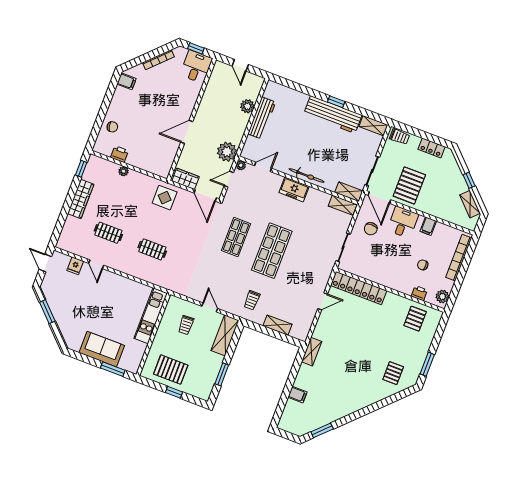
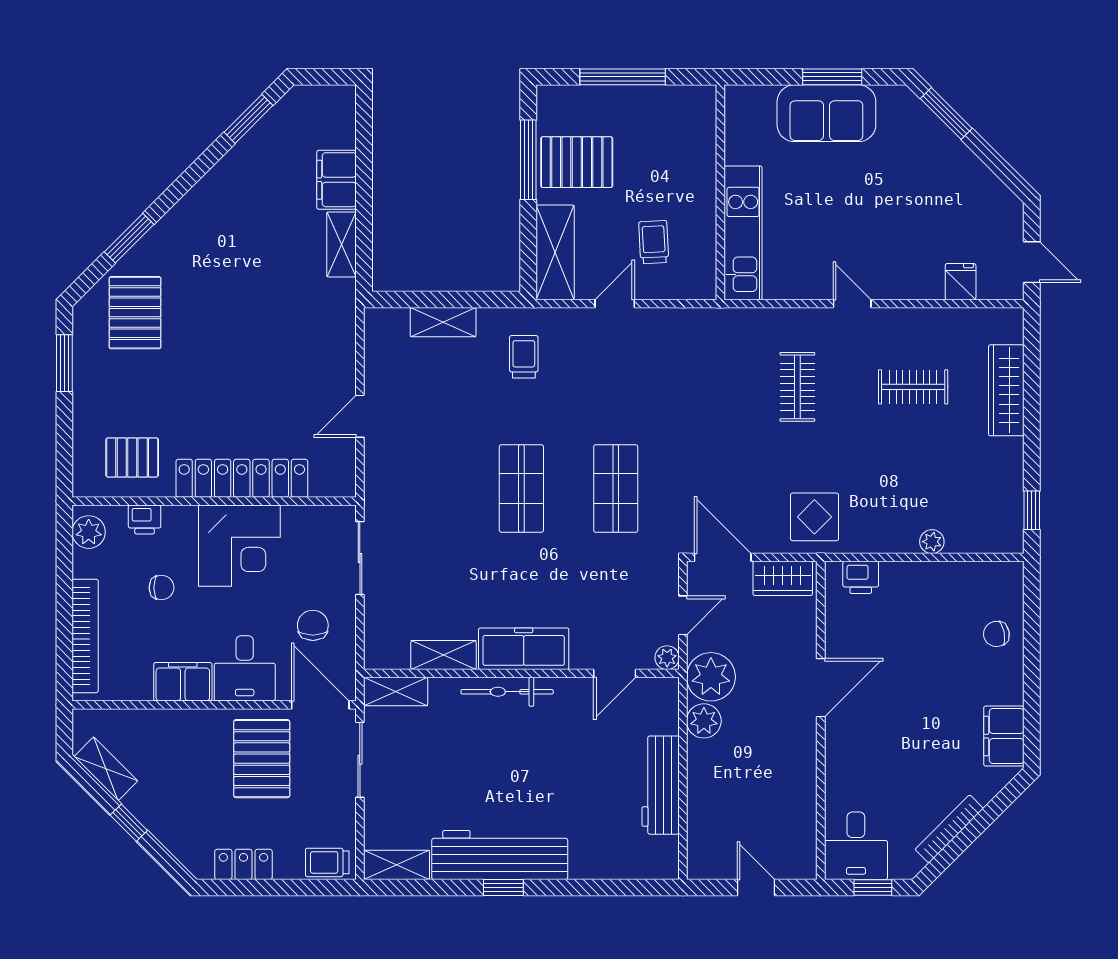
filing cabinet: (126, 81) -> (1004, 736), width x2.00
plant: (247, 106) -> (704, 721), moved
printer: (120, 154) -> (861, 577), moved
freezer: (294, 189) -> (524, 649), width x1.40
wardrobe: (81, 199) -> (1006, 390), moved
shelving: (343, 205) -> (444, 655), moved
filing cabinet: (428, 226) -> (183, 682), width x2.00
clothes rail: (152, 249) -> (797, 387), turned 90
shop shelf: (272, 251) -> (521, 488), width x0.70, depth x0.74
door: (96, 264) -> (852, 304), moved
corner desk: (387, 270) -> (239, 546), added
locker: (359, 288) -> (242, 478), moved
door: (210, 307) -> (615, 304), swing flipped
window: (47, 312) -> (946, 113), moved
pallet: (415, 319) -> (132, 457), turned 90
shelving: (312, 352) -> (342, 244), moved
window: (113, 369) -> (832, 77), moved
pallet: (171, 370) -> (577, 162), moved
pallet: (393, 373) -> (135, 313), width x1.50, depth x1.42
window: (222, 374) -> (528, 160), width x1.44
window: (174, 392) -> (623, 77), width x2.17
filing cabinet: (297, 395) -> (336, 180), width x2.00
window: (385, 402) -> (129, 238), added

